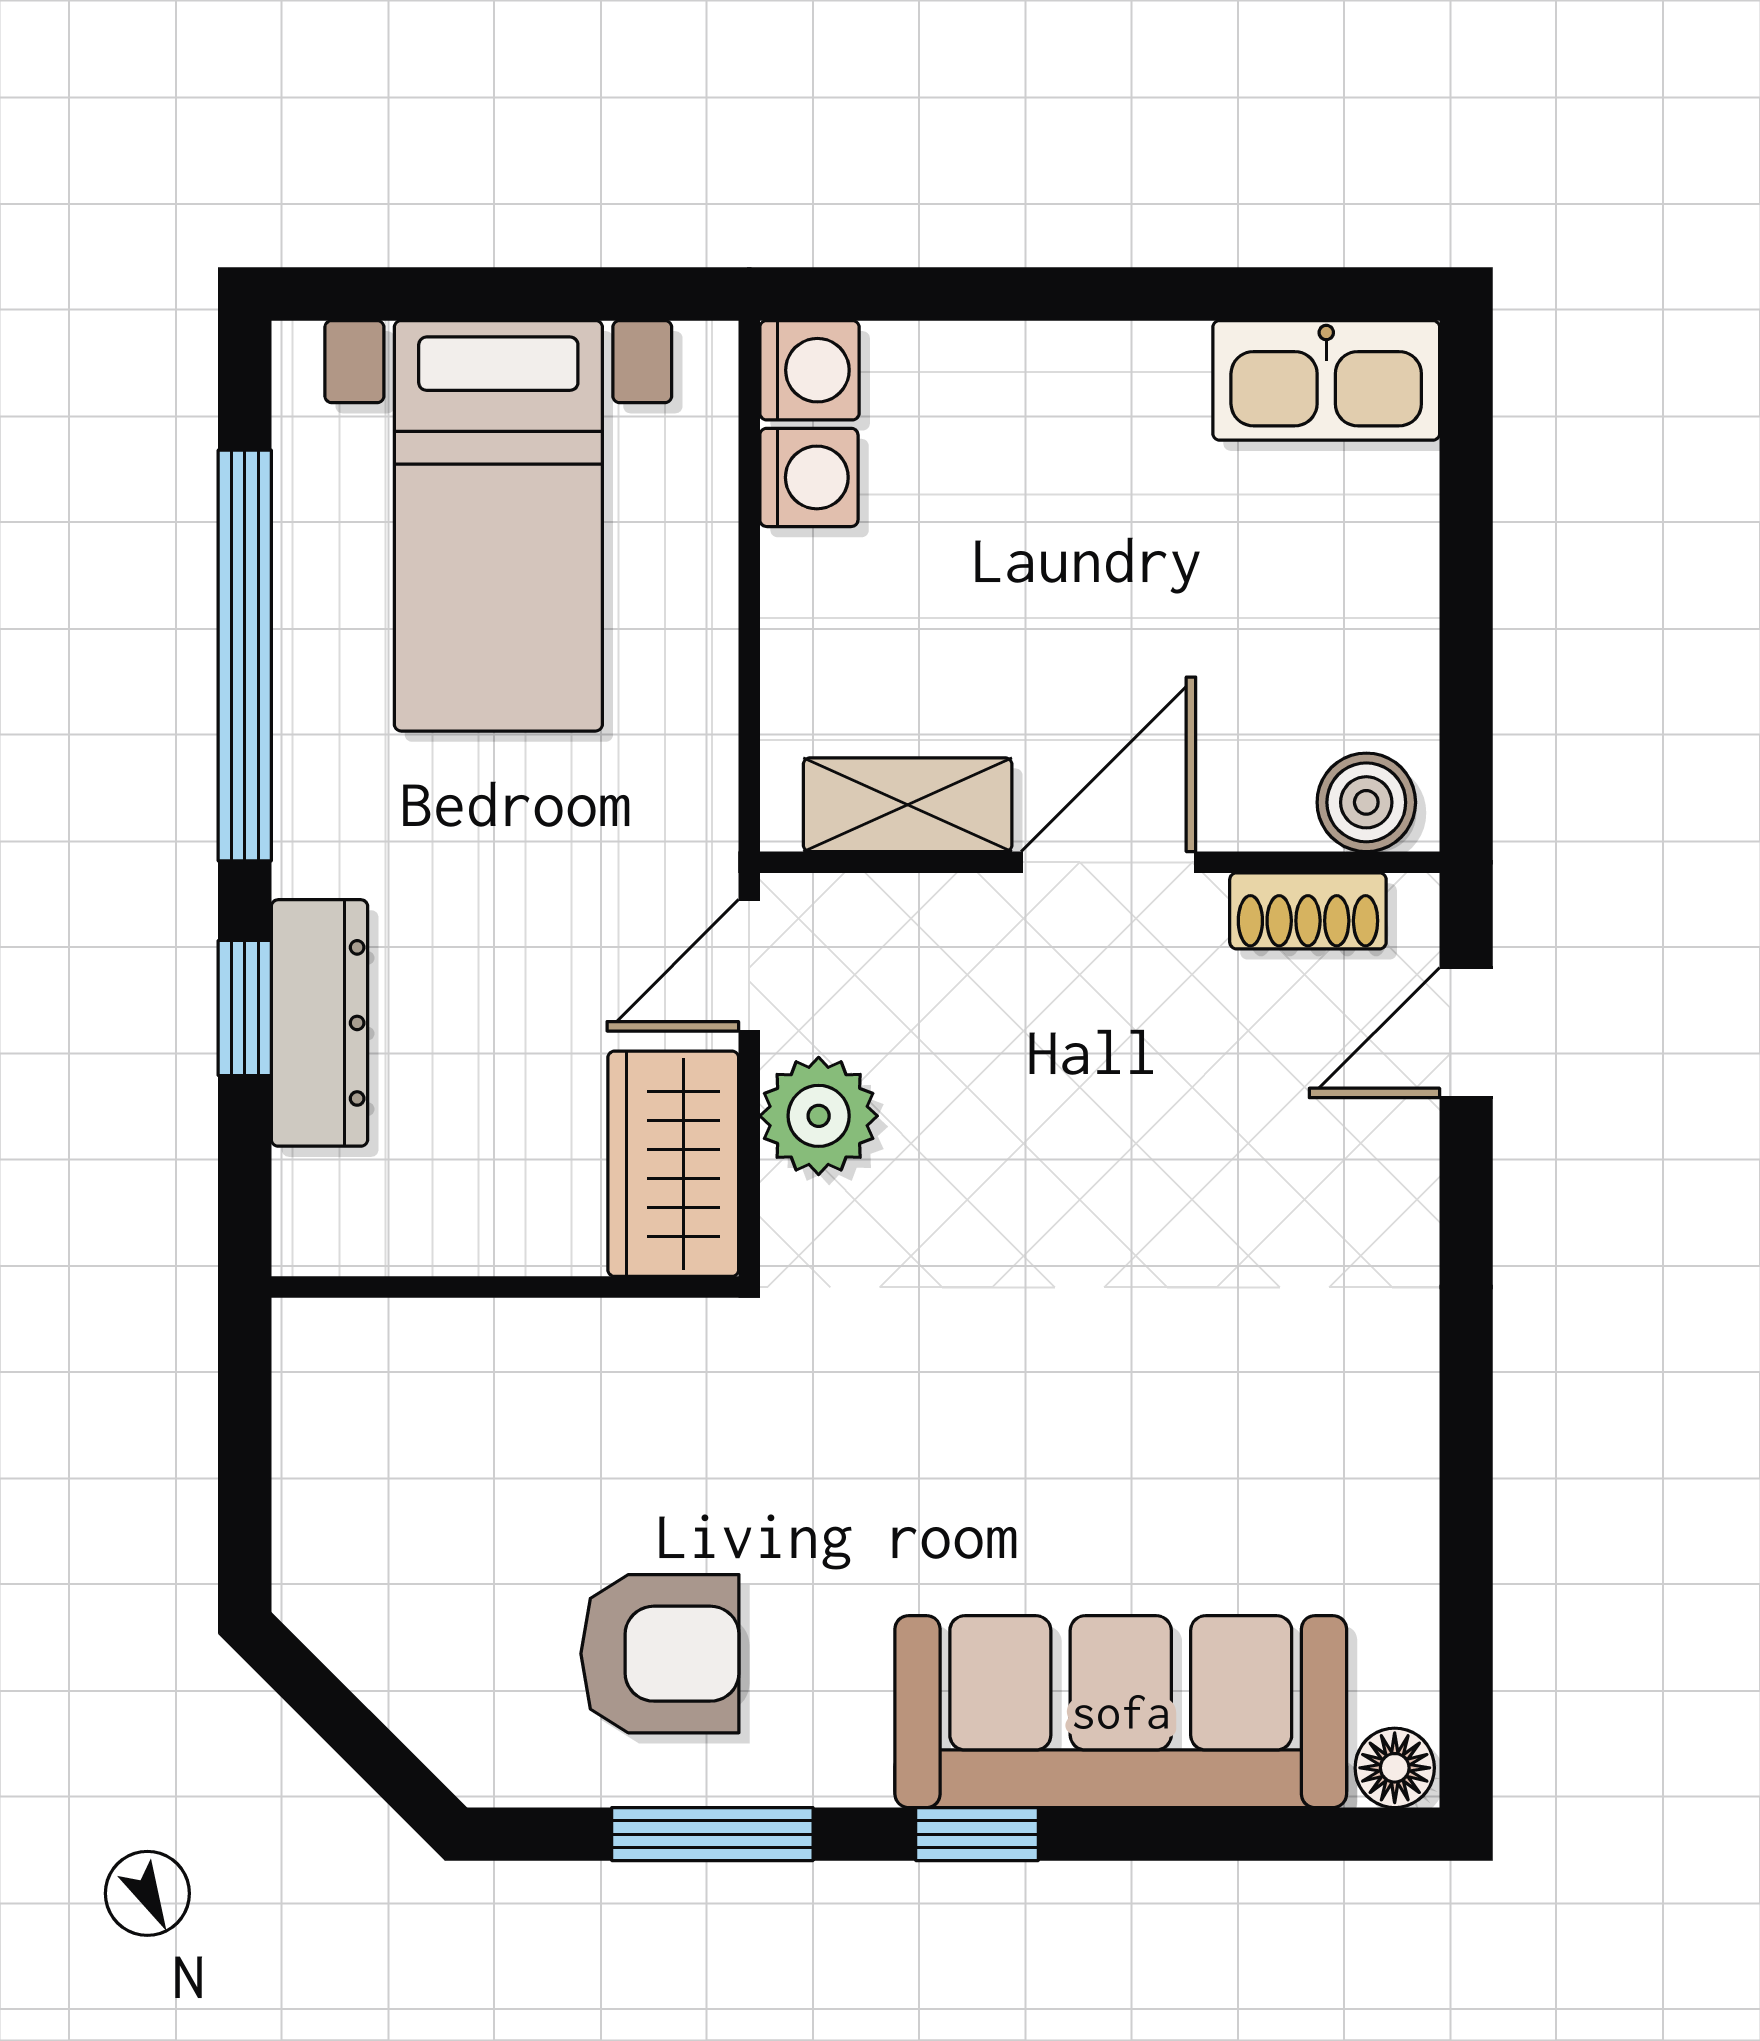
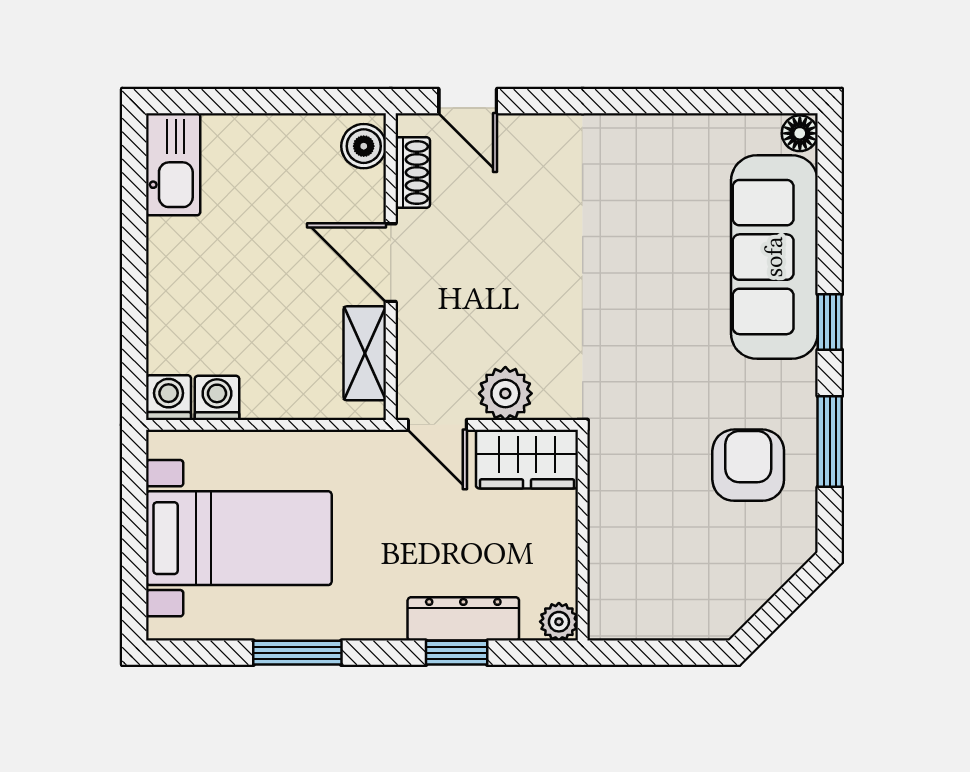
window: (245, 656) -> (297, 653), width x0.47
plant: (313, 1234) -> (559, 622), added

